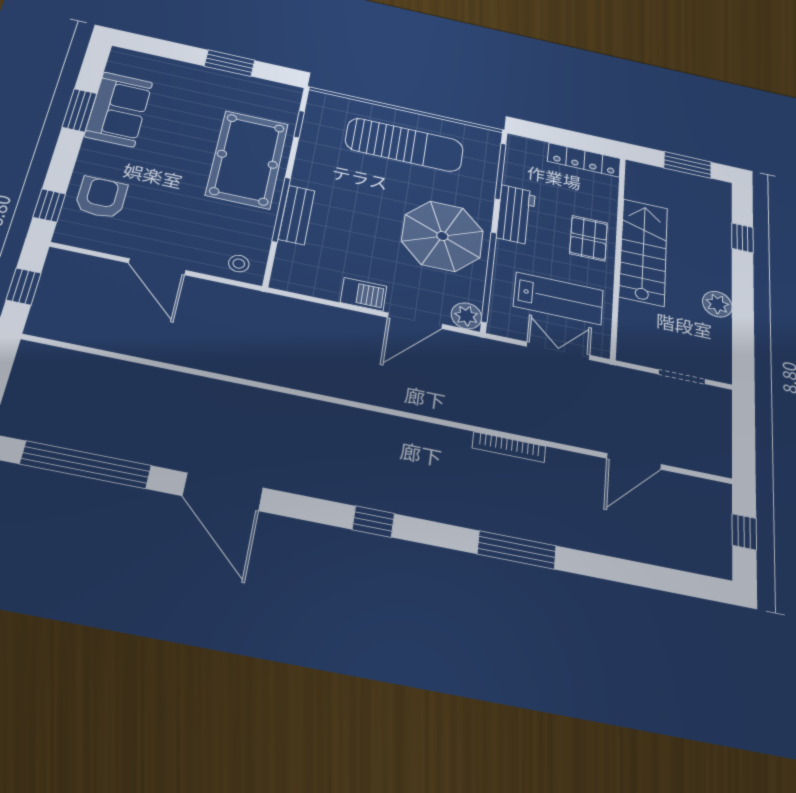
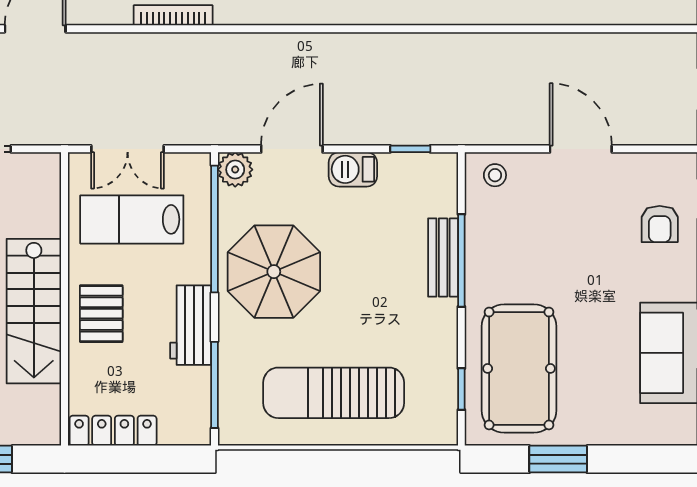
pool table: (247, 159) -> (519, 368), moved
armchair: (101, 198) -> (660, 224), width x0.72, depth x0.72
window: (310, 299) -> (410, 149), added

